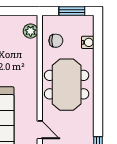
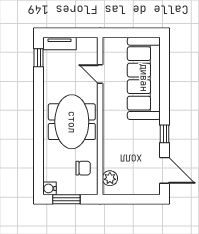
chair: (56, 41) -> (83, 168), turned 180
water cooler: (88, 42) -> (49, 188), moved

